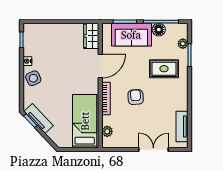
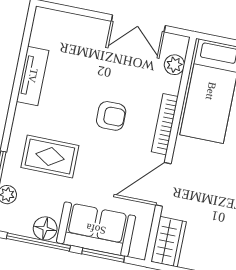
armchair: (136, 97) -> (111, 116), turned -86
tv unit: (182, 126) -> (33, 76), moved
double door: (153, 150) -> (138, 23), moved

